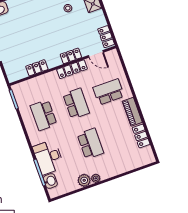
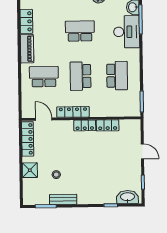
locker: (106, 37) -> (28, 139), width x1.53
locker: (71, 56) -> (85, 125), moved
school desk: (109, 92) -> (44, 77), turned 180
school desk: (90, 144) -> (80, 31), turned 90

